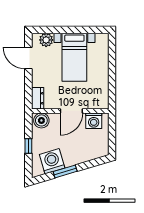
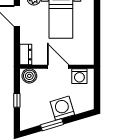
door: (71, 111) -> (58, 67), swing flipped
washing machine: (52, 161) -> (62, 108), moved

